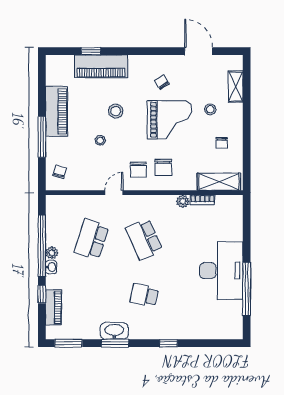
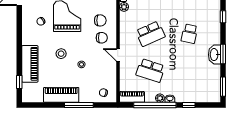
window: (91, 51) -> (19, 82), moved
piano: (54, 307) -> (132, 97), moved

